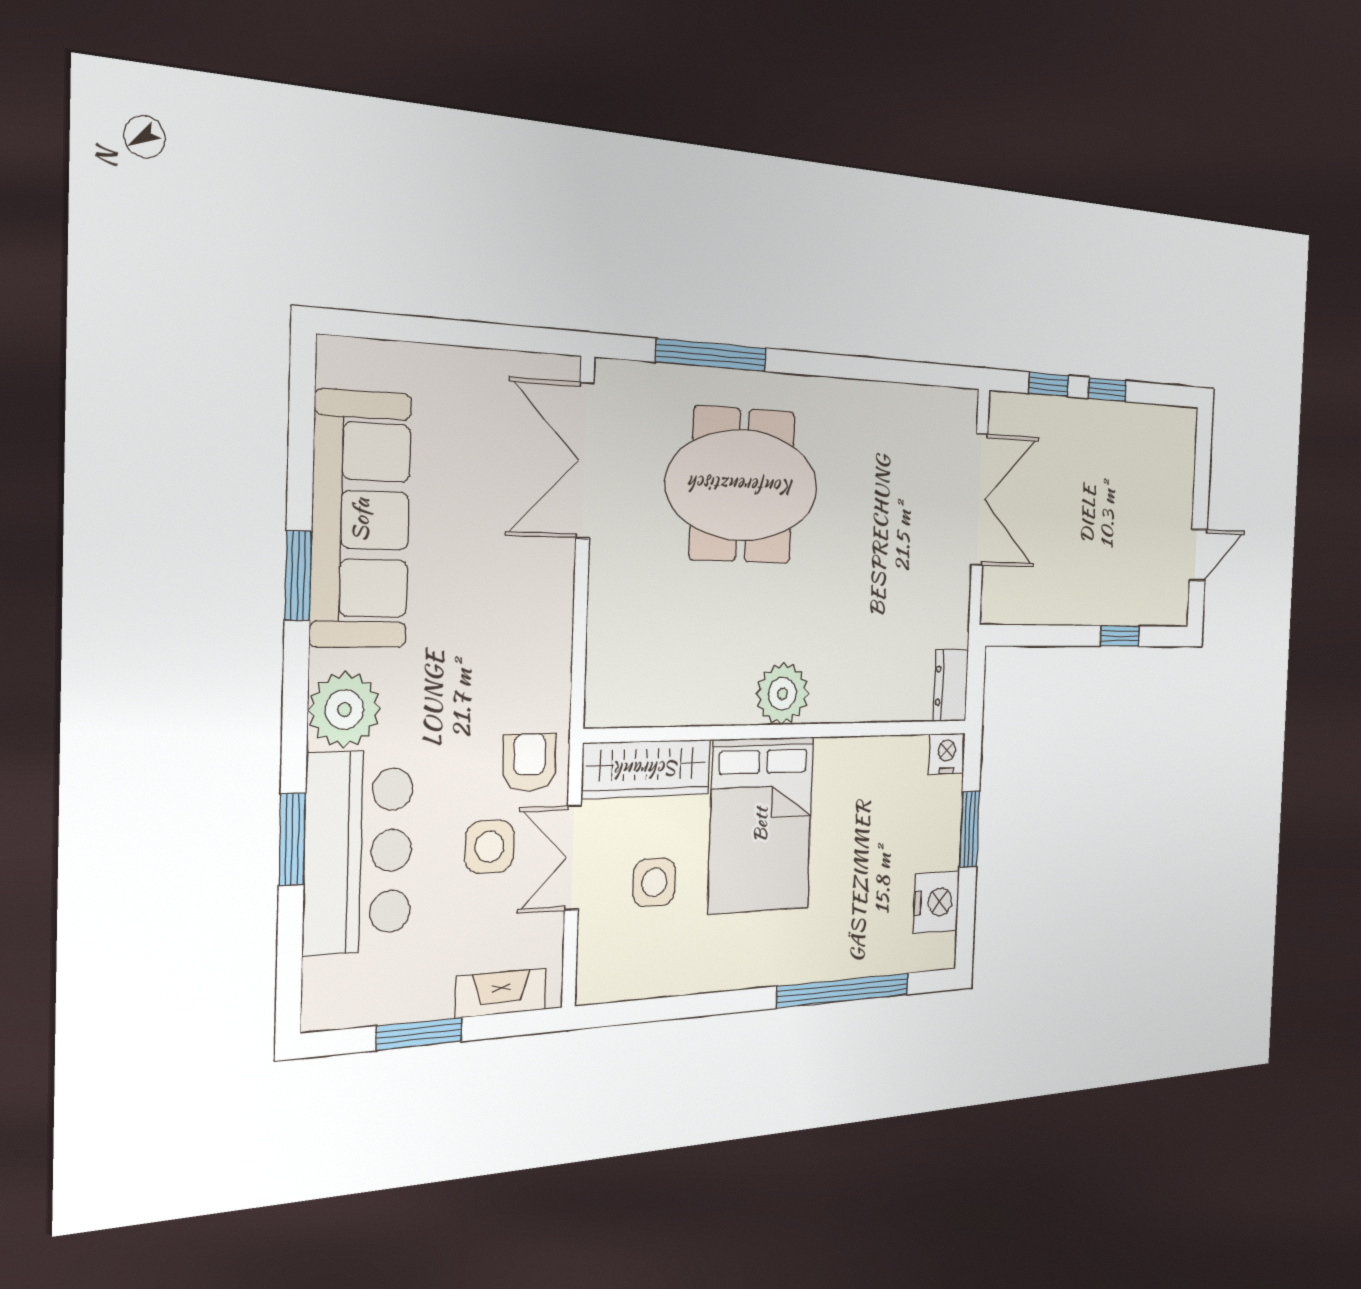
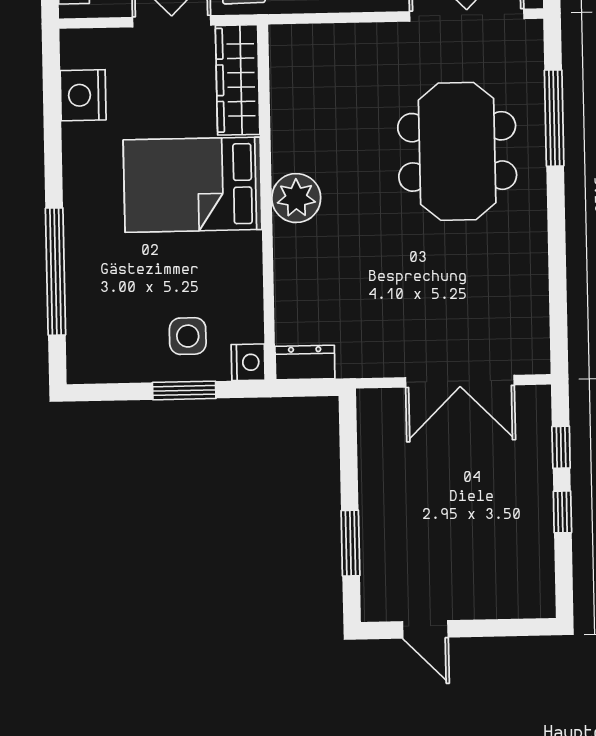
window: (1120, 636) -> (350, 543), width x1.50
side table: (654, 882) -> (188, 336), moved
nightstand: (936, 902) -> (83, 95), moved, turned 90

